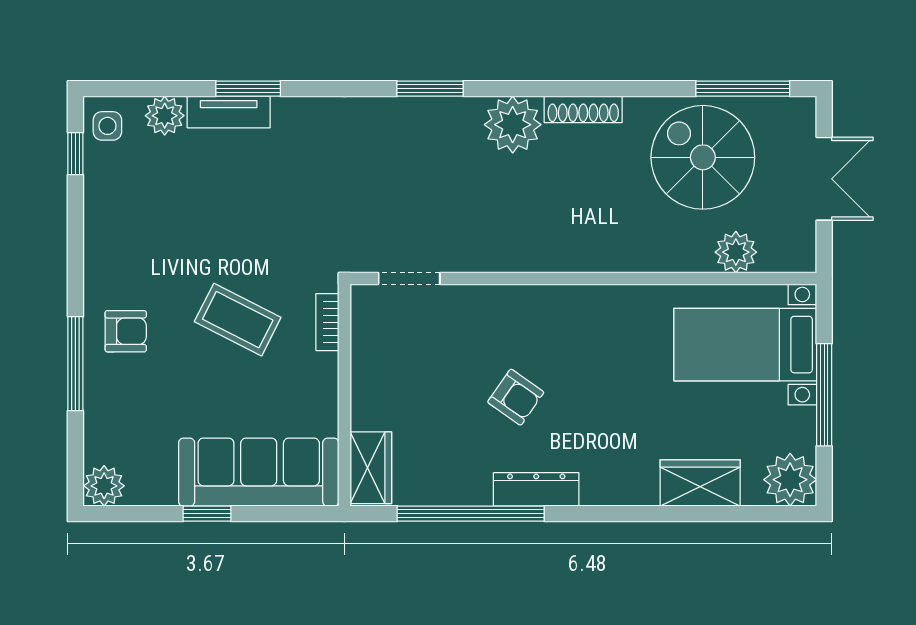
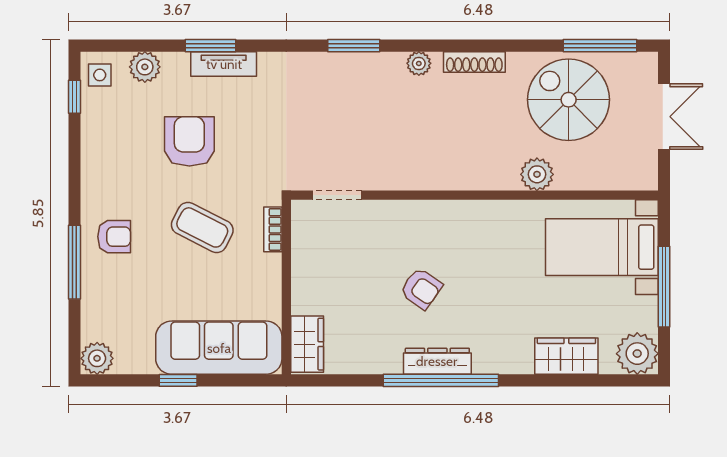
tv unit: (229, 112) -> (224, 64), moved
plant: (513, 125) -> (419, 63), width x0.53, depth x0.53
armchair: (221, 210) -> (189, 141), added
plant: (736, 252) -> (537, 174), moved
window: (471, 514) -> (441, 380), moved

